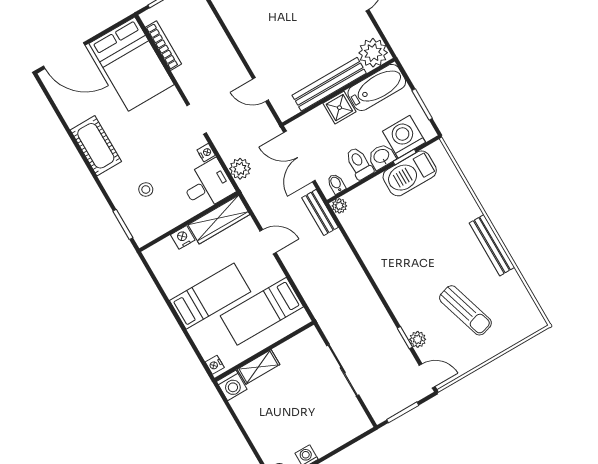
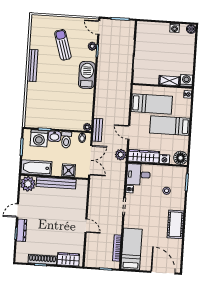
bed: (132, 64) -> (131, 249), width x0.67
door: (260, 90) -> (86, 226), moved
shower: (339, 108) -> (69, 170), moved
plant: (240, 169) -> (121, 155), moved
barbecue: (410, 173) -> (87, 75), moved, turned -90
floor lamp: (159, 256) -> (181, 158), added

